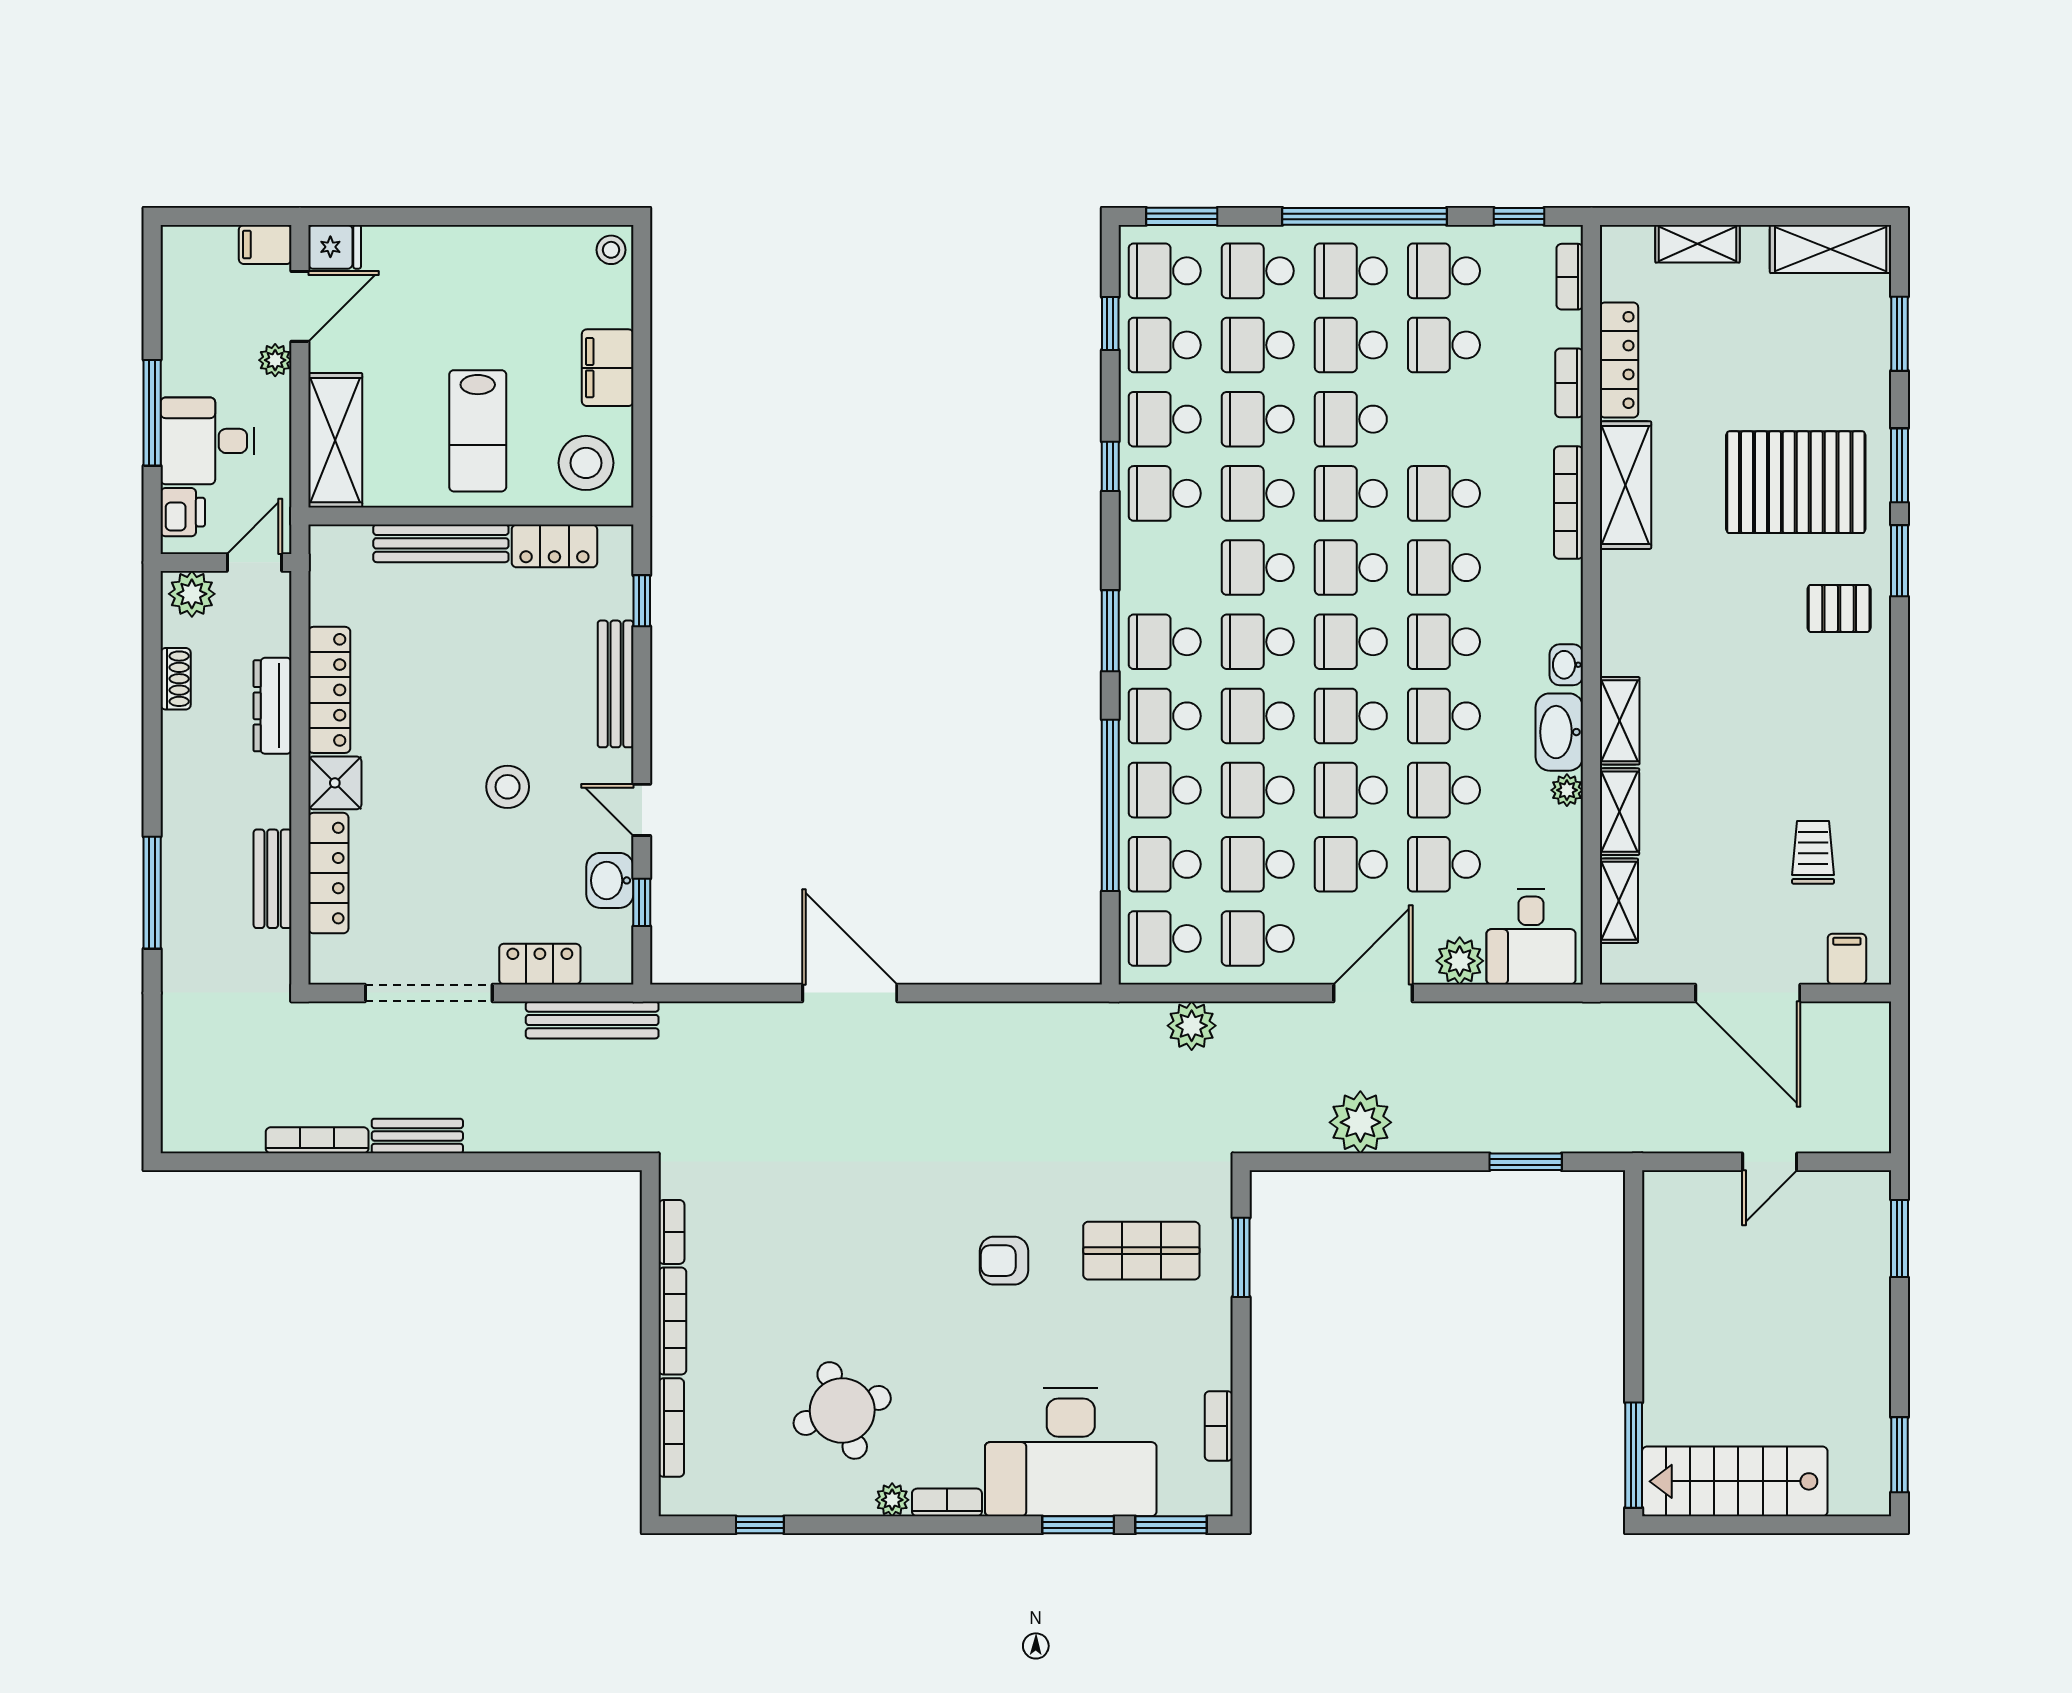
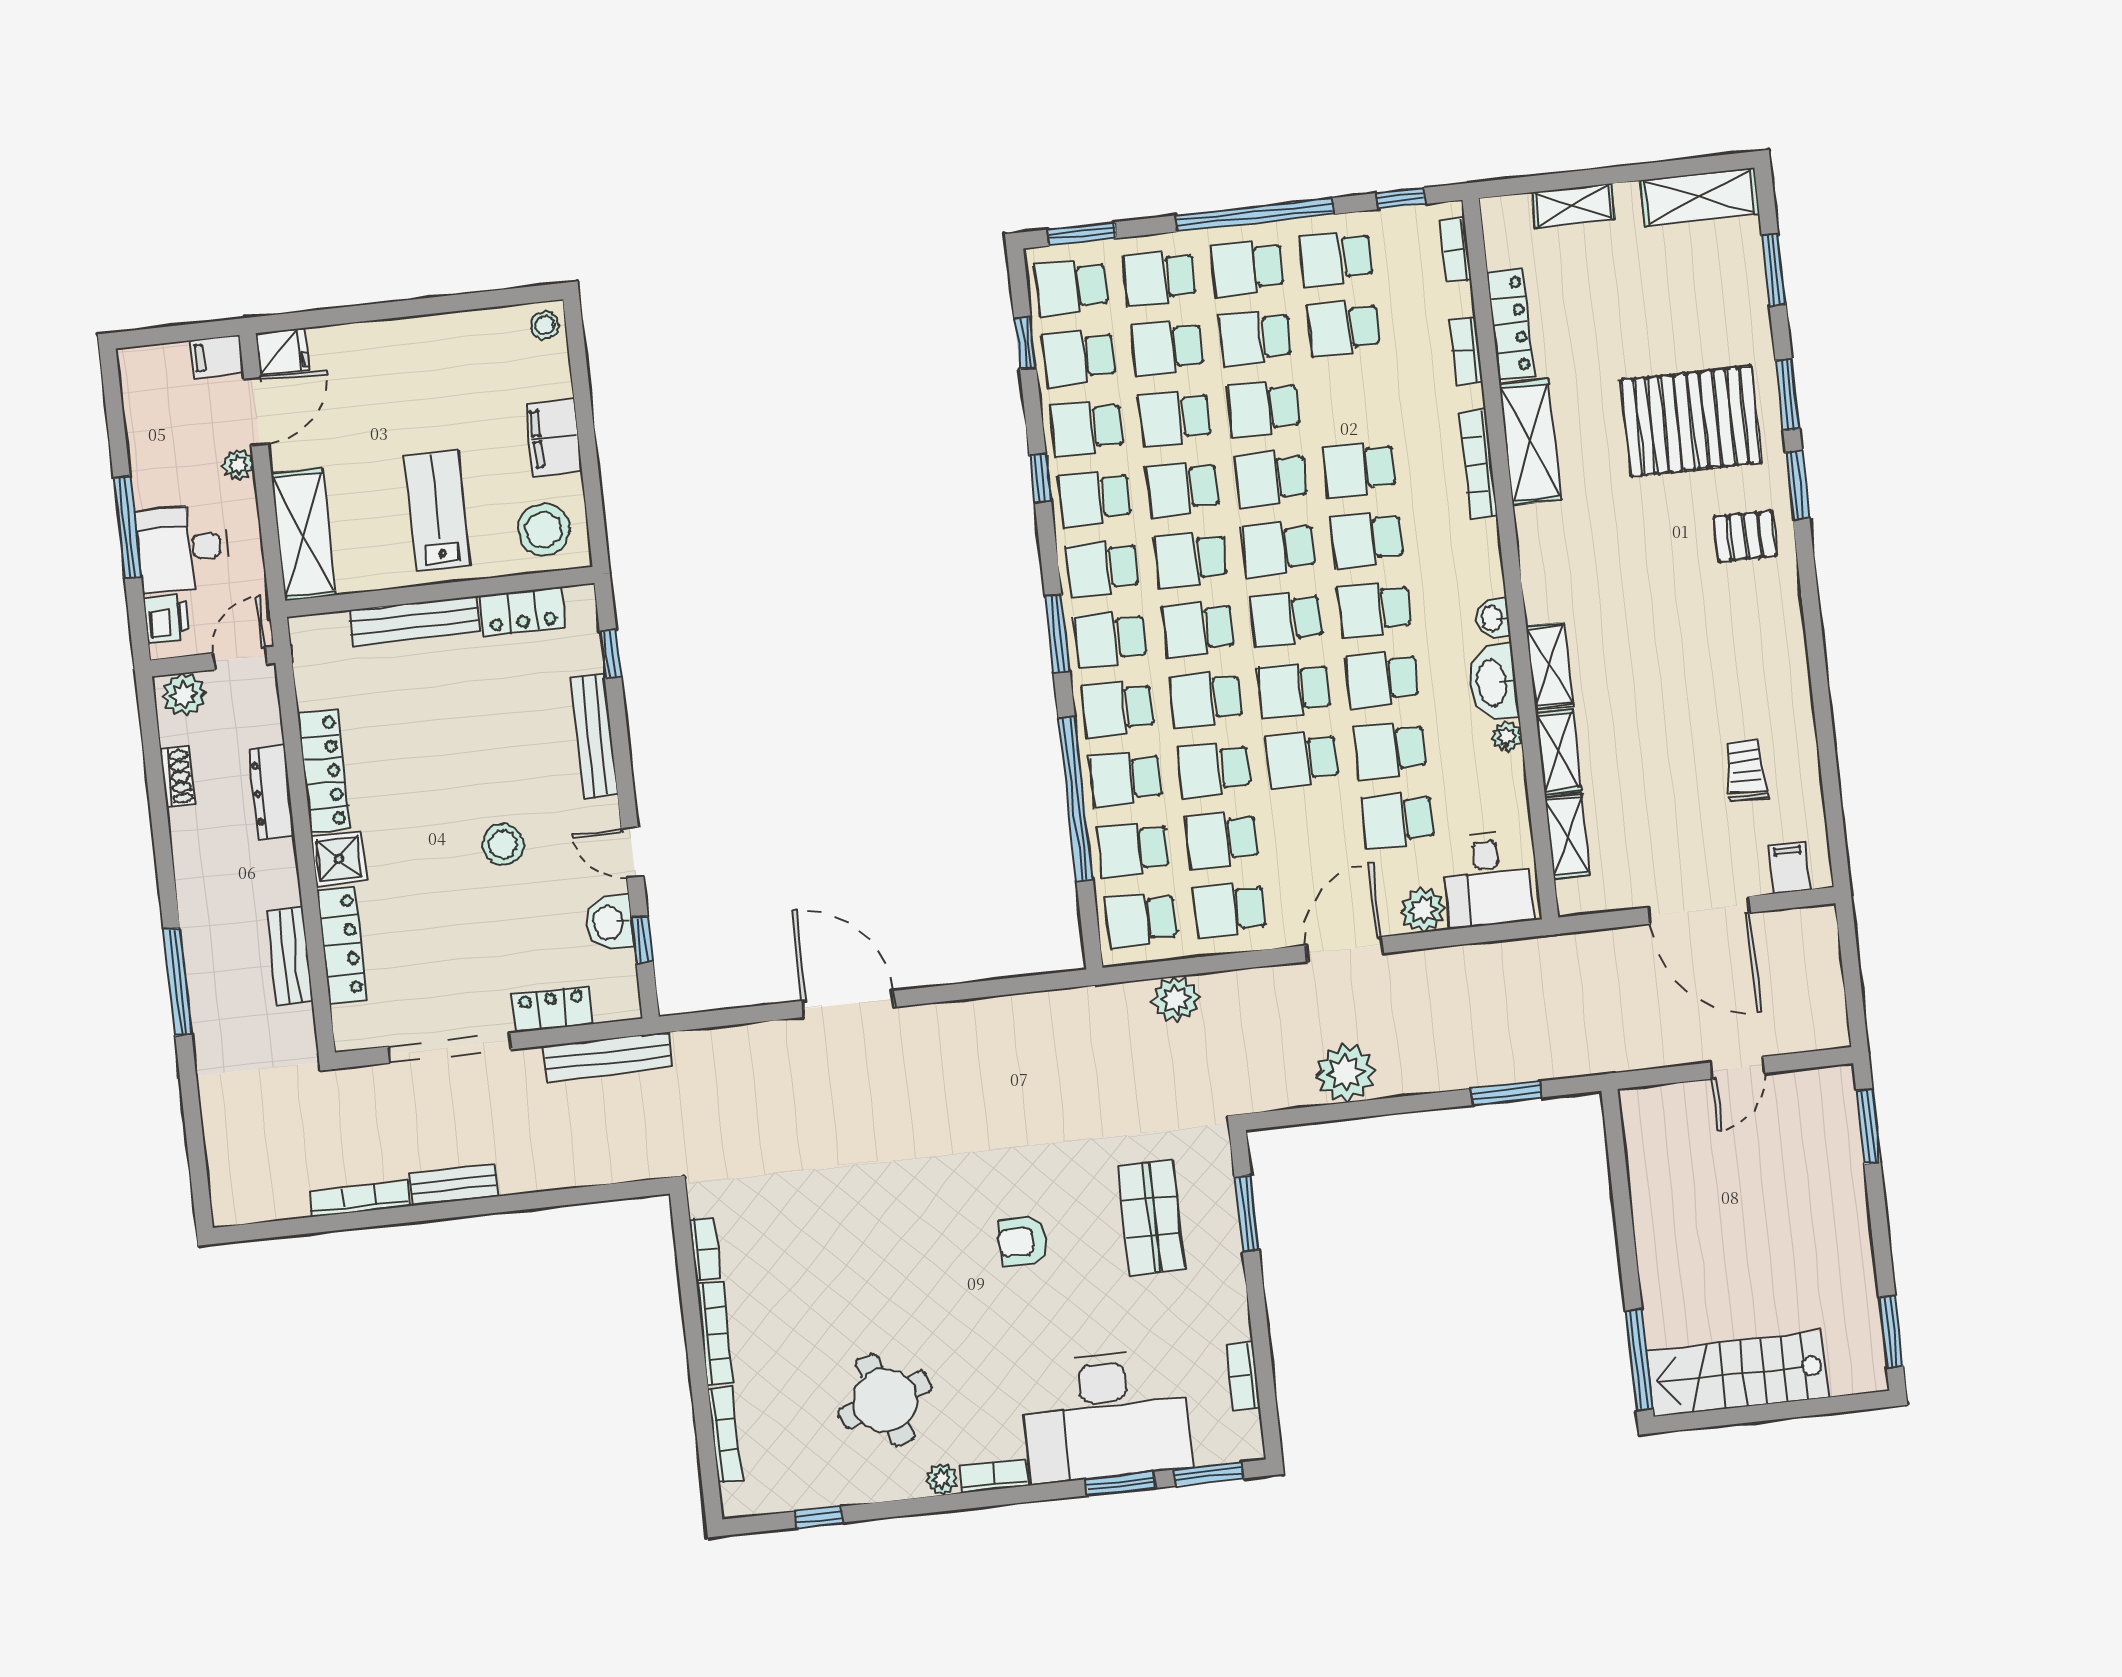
lab bench: (478, 431) -> (437, 510), turned 180
school desk: (1351, 864) -> (1102, 568), moved
shop shelf: (1141, 1251) -> (1152, 1217), turned 90

